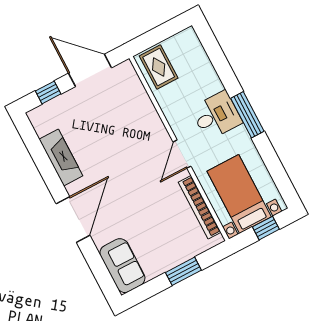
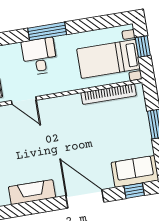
door: (182, 154) -> (24, 100), moved
window: (100, 272) -> (134, 191), added

